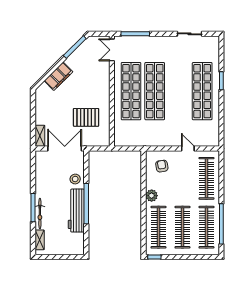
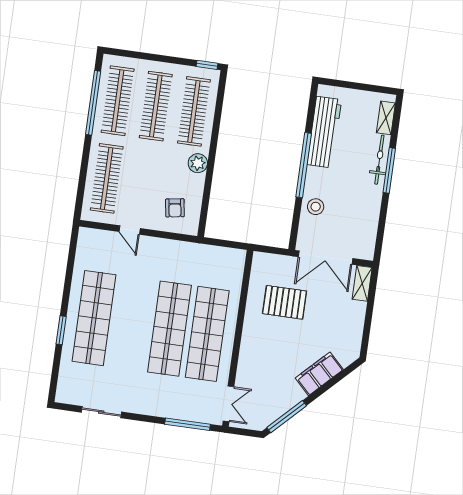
workbench: (76, 211) -> (324, 132), moved

